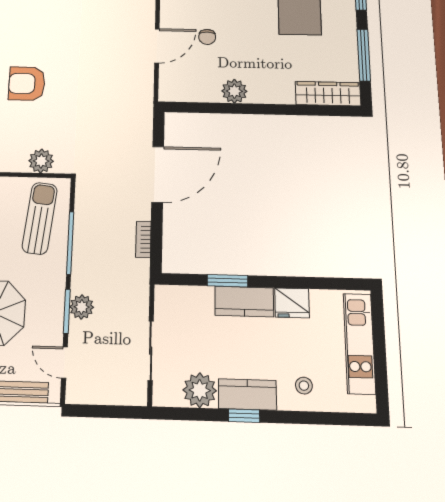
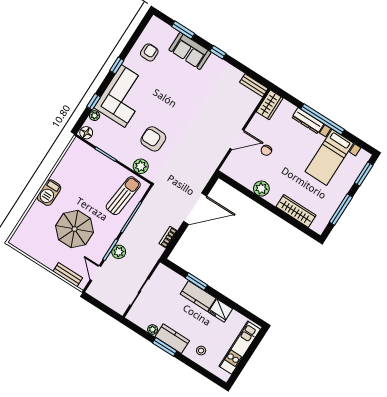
armchair: (27, 84) -> (153, 139), moved
wardrobe: (328, 94) -> (296, 211), moved
plant: (200, 390) -> (153, 330), width x0.53, depth x0.53
window: (244, 416) -> (165, 347), width x1.50

